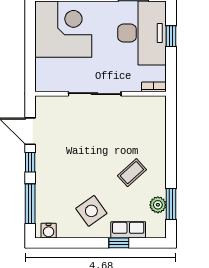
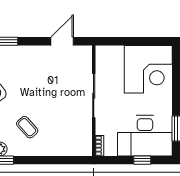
window: (30, 162) -> (36, 41), removed

